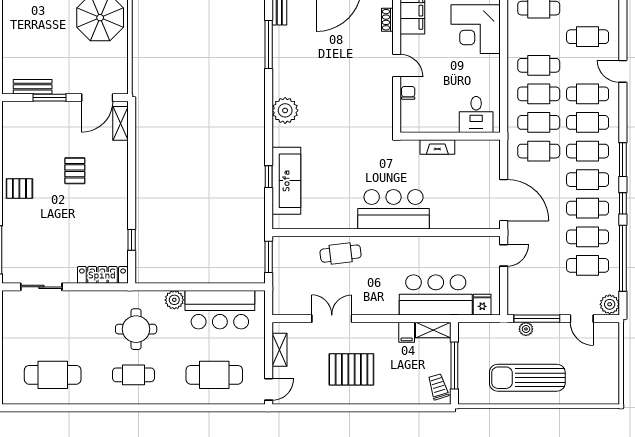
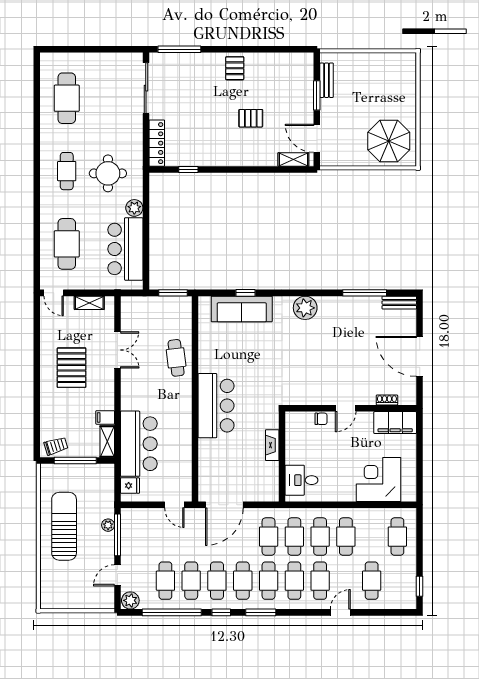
sliding door: (41, 287) -> (146, 88), width x1.37

